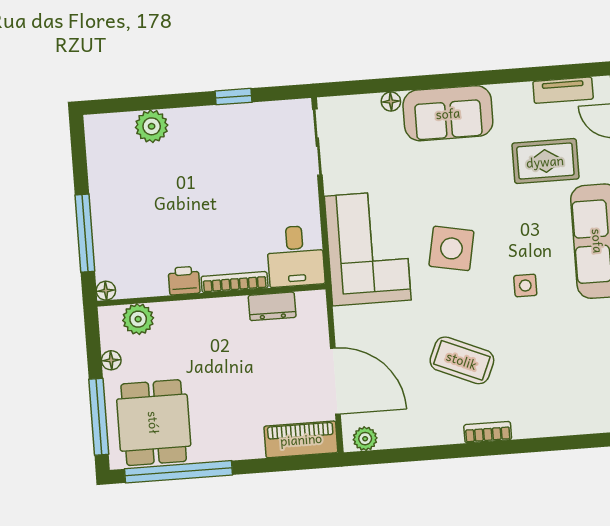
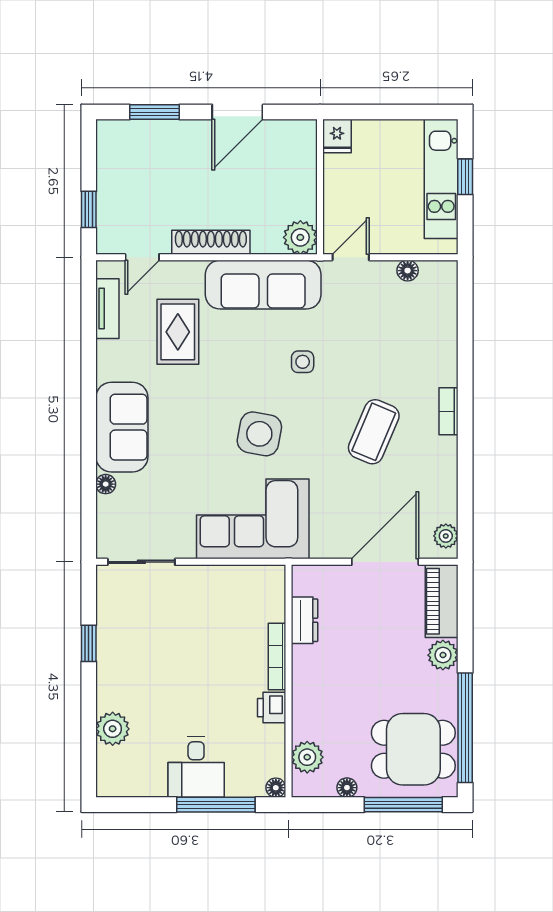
desk: (295, 256) -> (196, 767), moved, turned 90
plant: (248, 445) -> (443, 655), added

